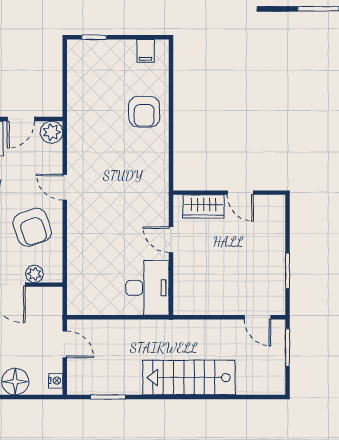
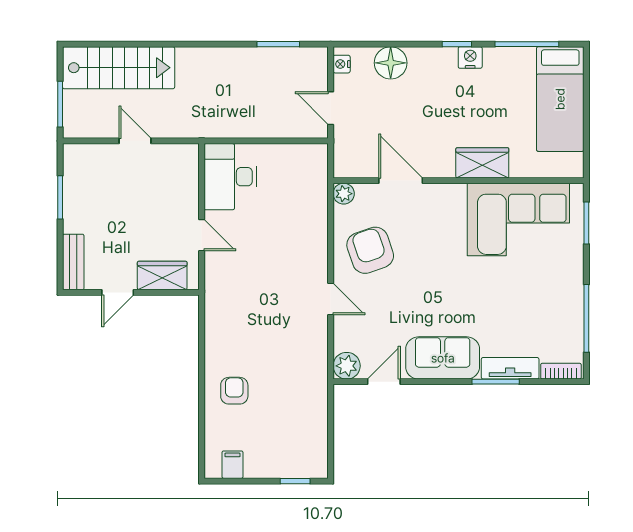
armchair: (144, 112) -> (234, 391), width x0.72, depth x0.72
door: (240, 193) -> (118, 292), swing flipped
bench: (277, 218) -> (73, 262), added
plant: (34, 274) -> (344, 194), moved
door: (258, 317) -> (135, 141), moved
stairs: (189, 378) -> (119, 68), moved

